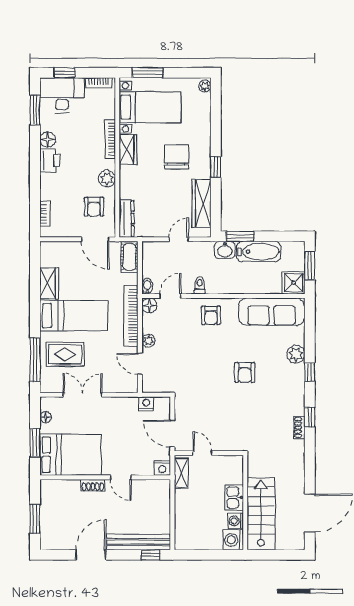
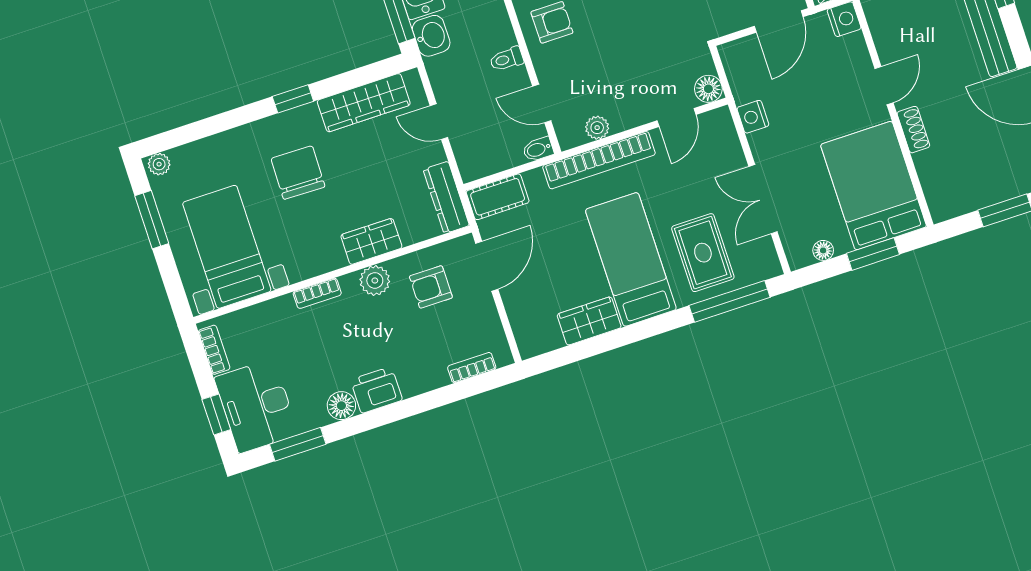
window: (147, 73) -> (152, 220), moved
bookcase: (110, 139) -> (317, 293), width x0.64
wardrobe: (128, 150) -> (371, 241), moved
chair: (176, 157) -> (298, 173), turned 91
armchair: (94, 207) -> (431, 287), turned 180
dresser: (127, 219) -> (446, 197), moved, turned -90
floor lamp: (149, 305) -> (708, 89), moved
plant: (148, 341) -> (597, 128), moved
nightstand: (146, 404) -> (753, 117), moved

